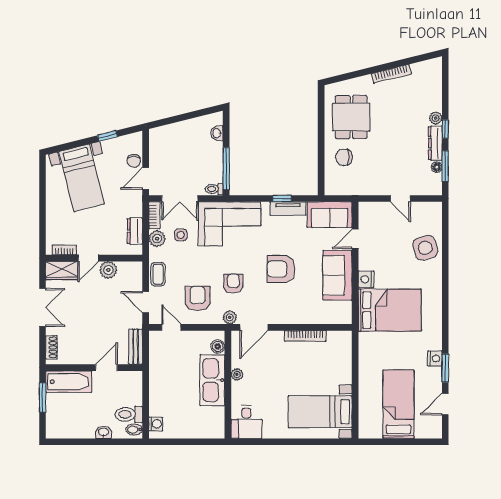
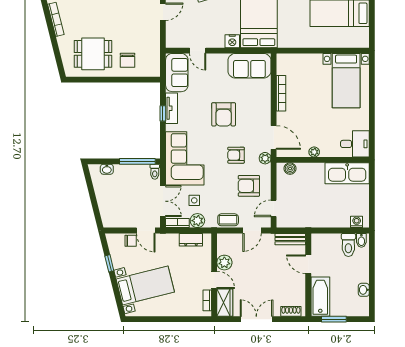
sofa: (337, 275) -> (249, 66), moved
kitchen sink: (212, 380) -> (347, 173), moved
washbasin: (103, 432) -> (364, 290), moved

